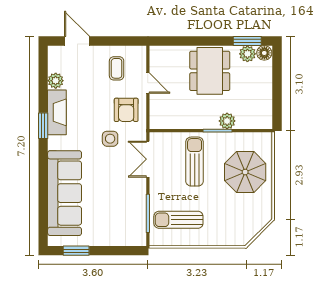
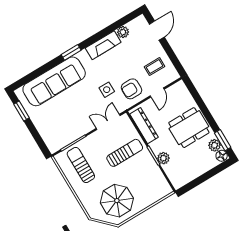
dresser: (177, 121) -> (144, 126), added
window: (43, 126) -> (71, 52), moved
parasol: (245, 172) -> (117, 201), moved

